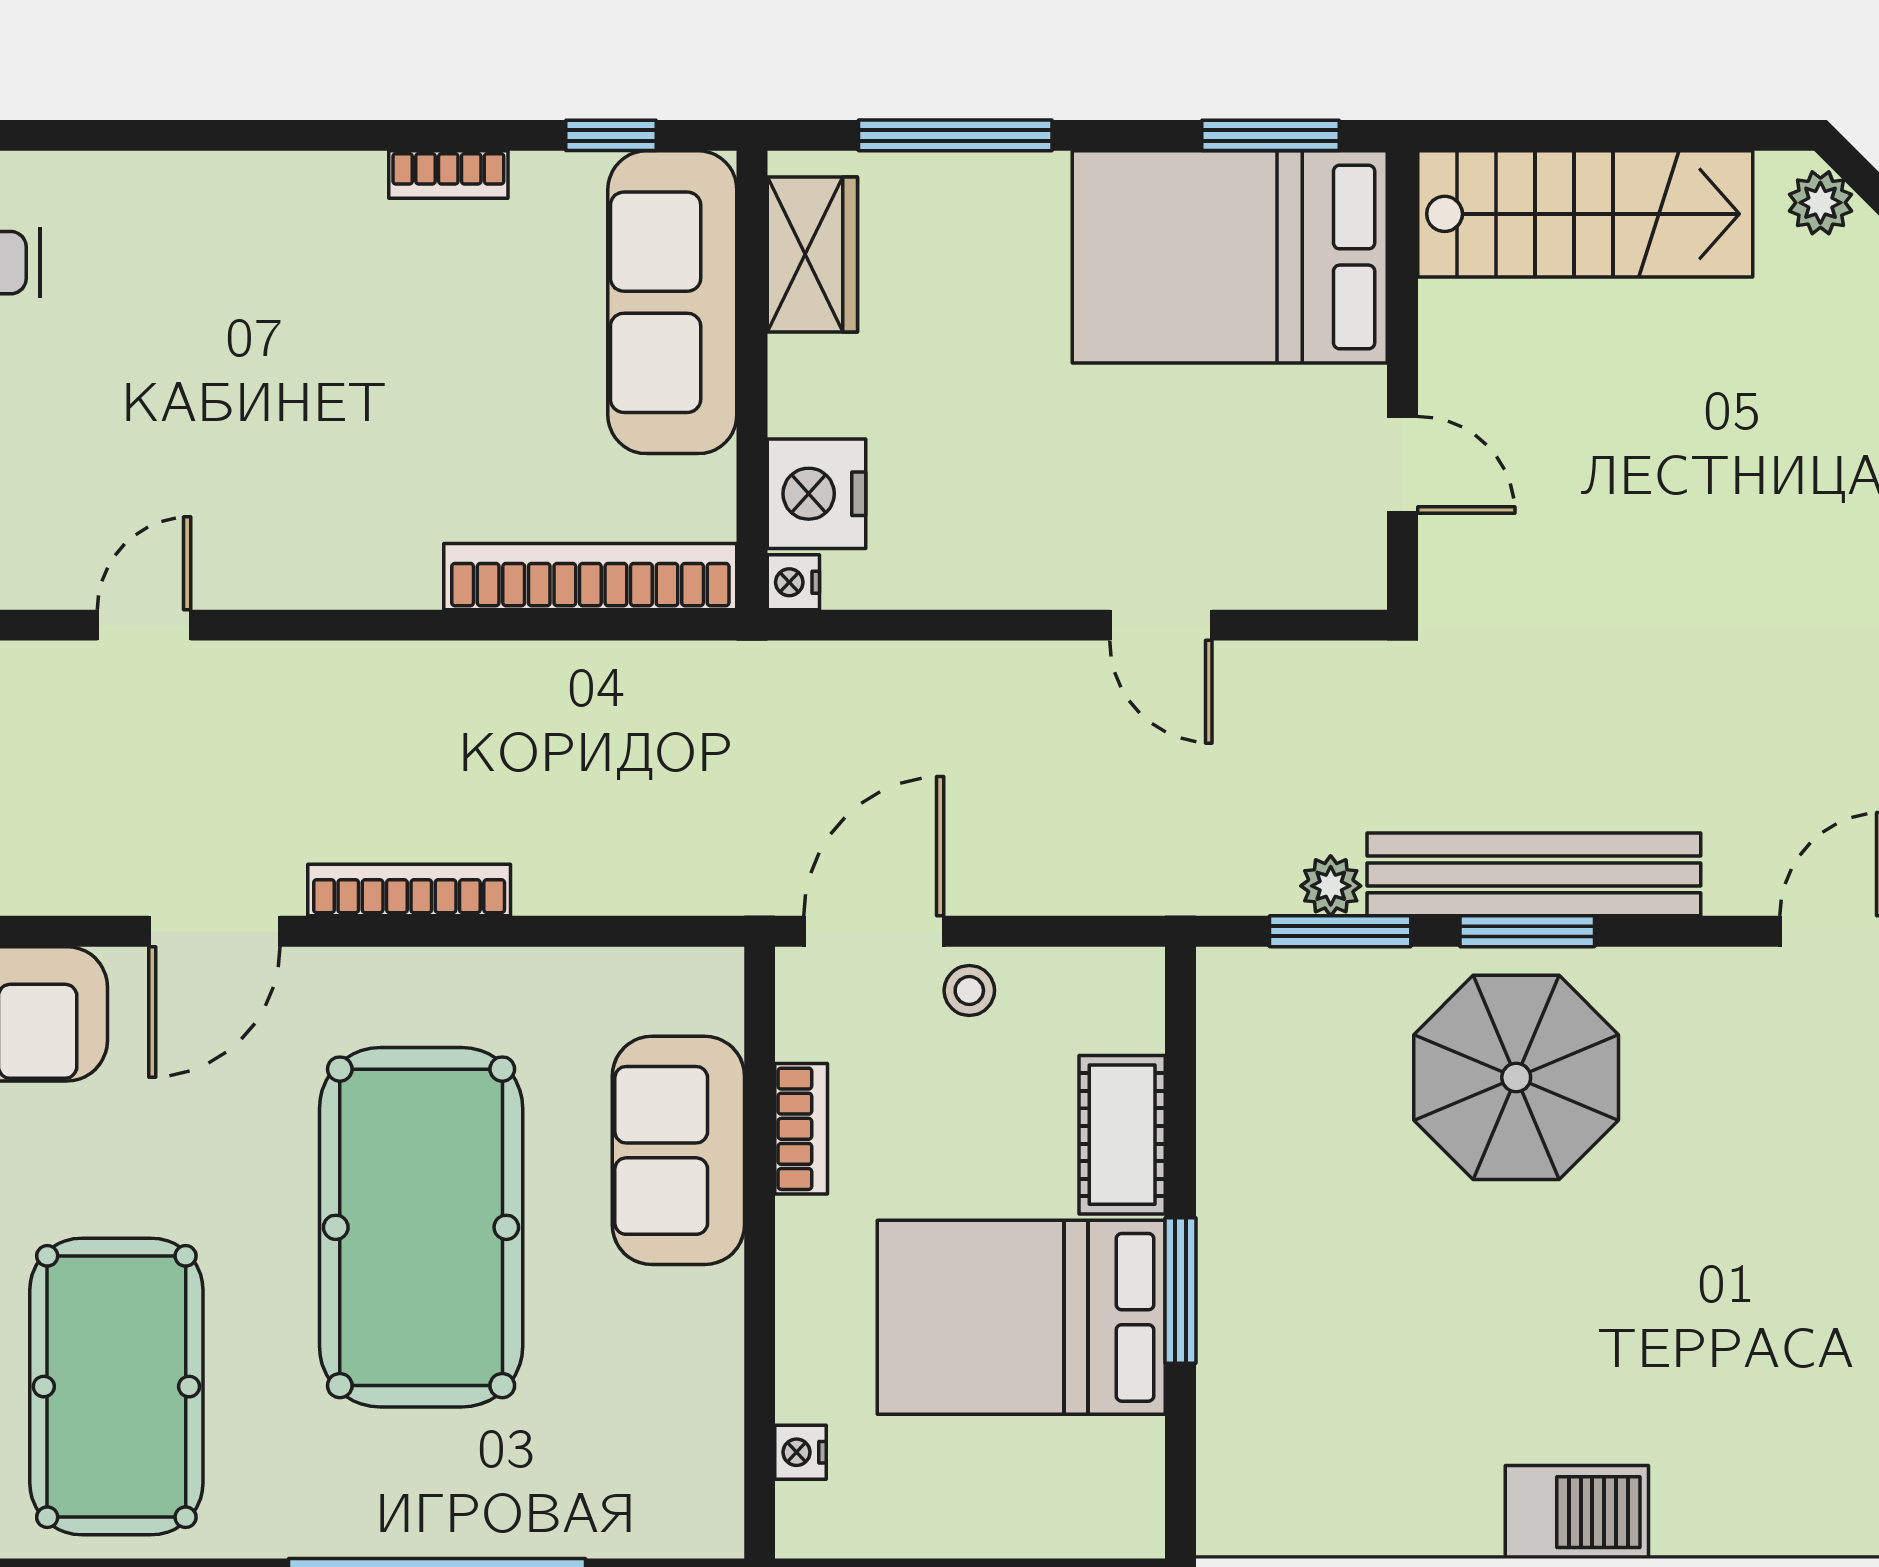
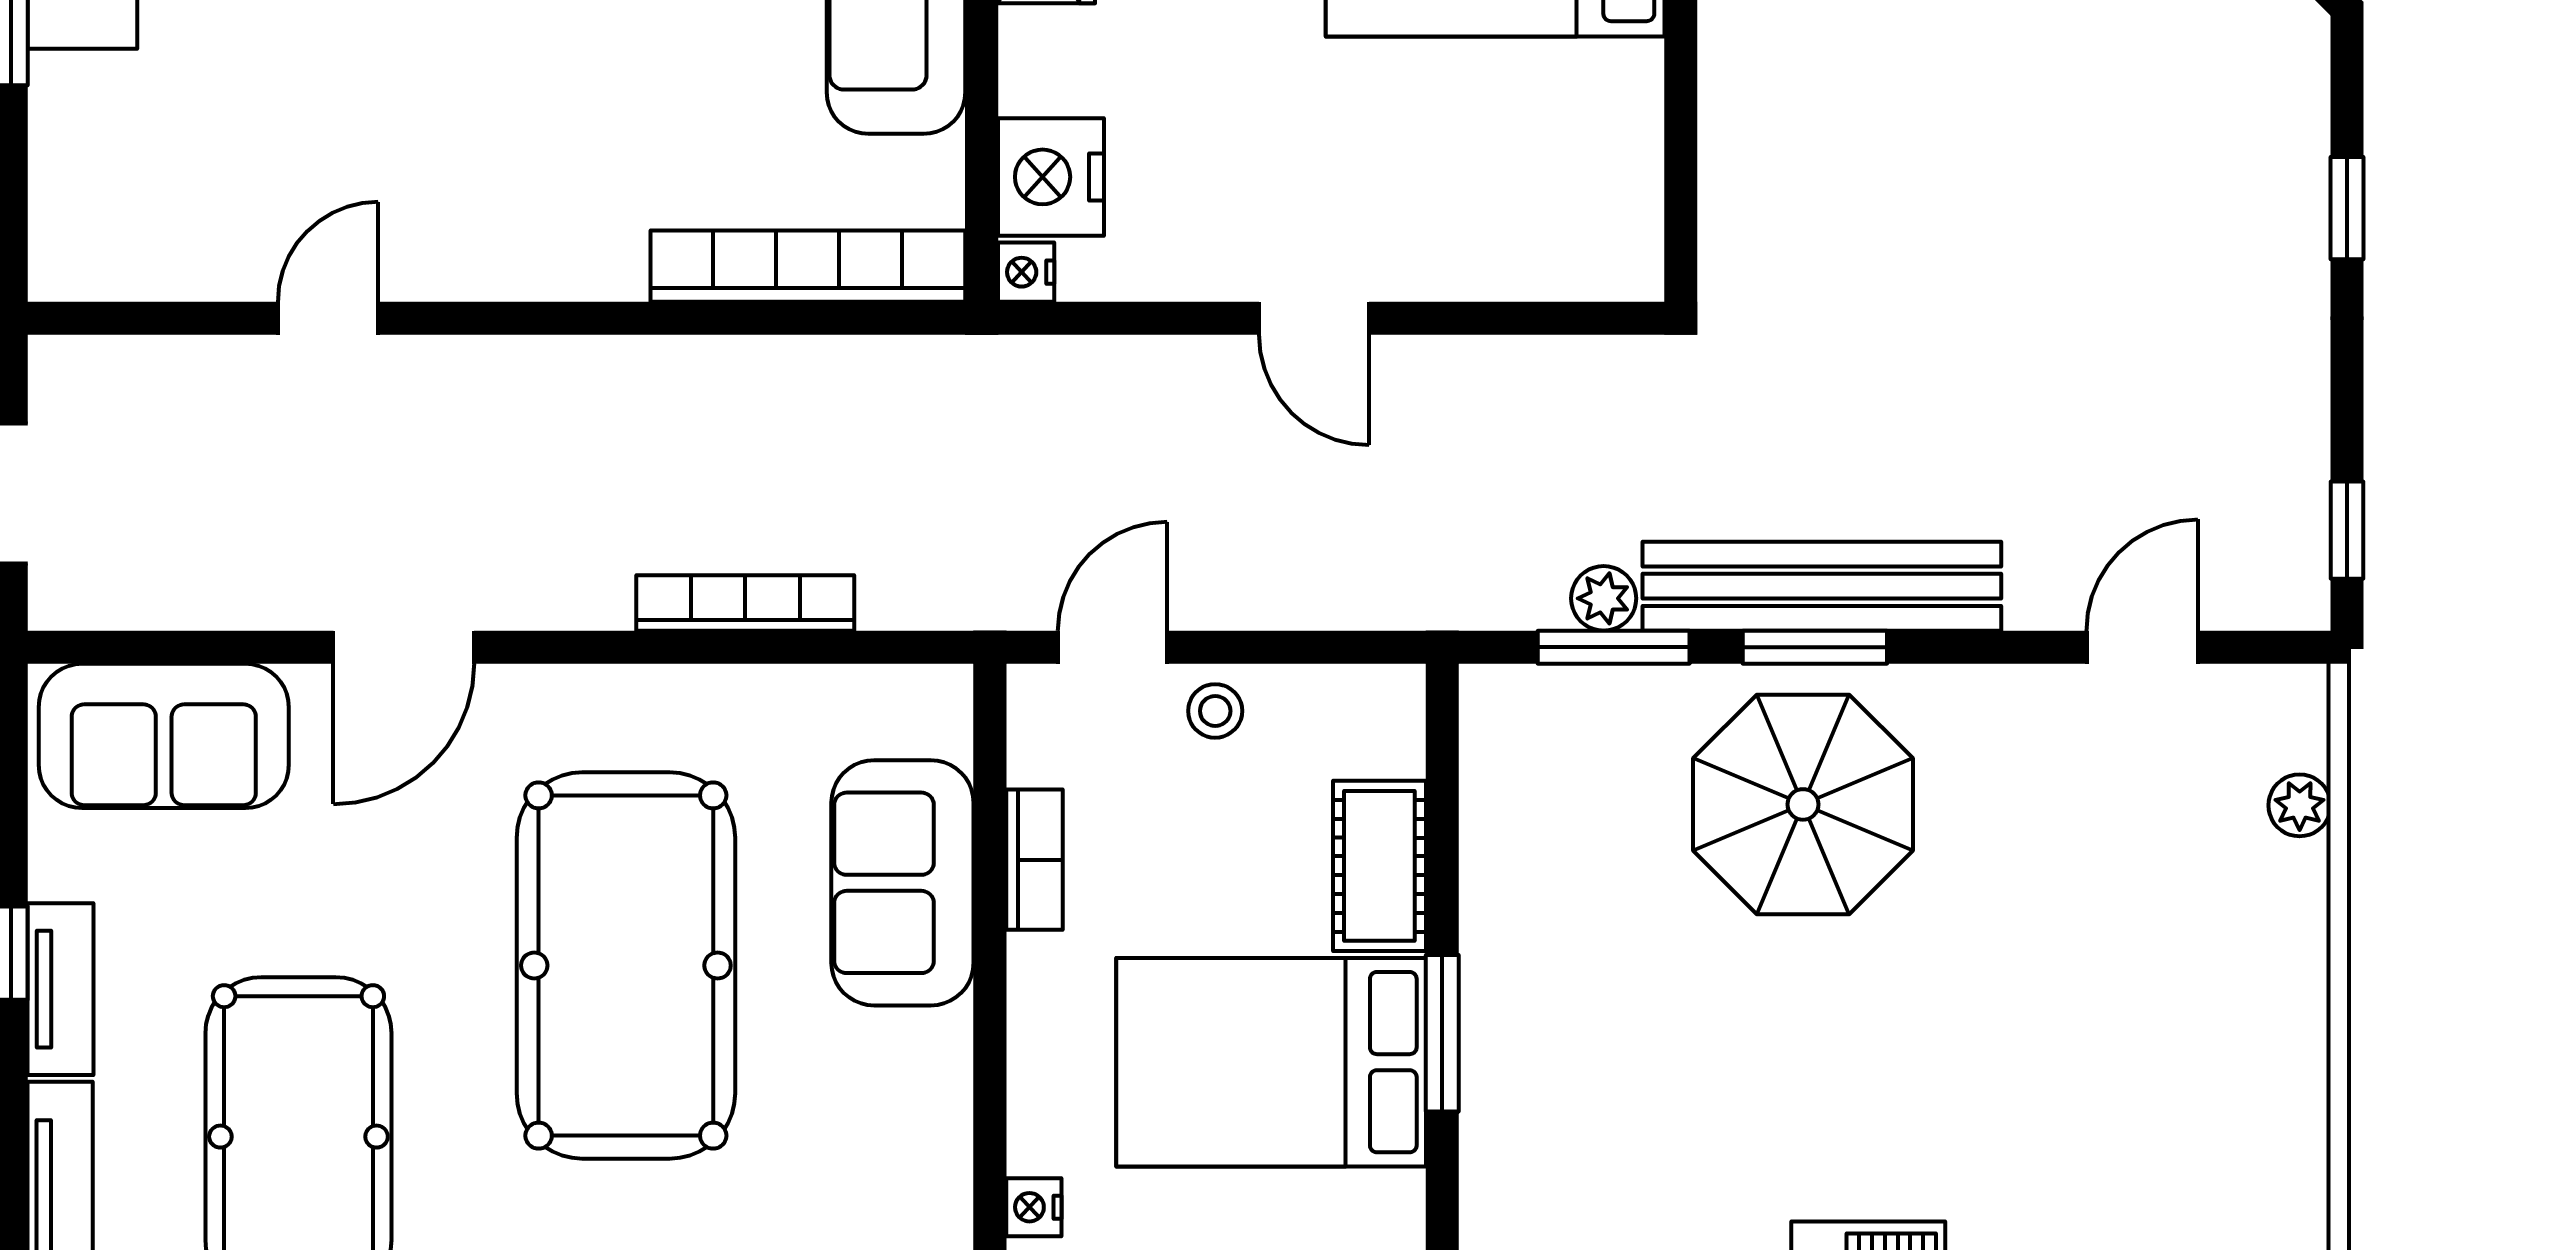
door: (1402, 465) -> (1681, 146), removed
door: (1161, 625) -> (1314, 318), moved
bookcase: (409, 890) -> (745, 603), moved
door: (874, 931) -> (1112, 647), width x0.73

